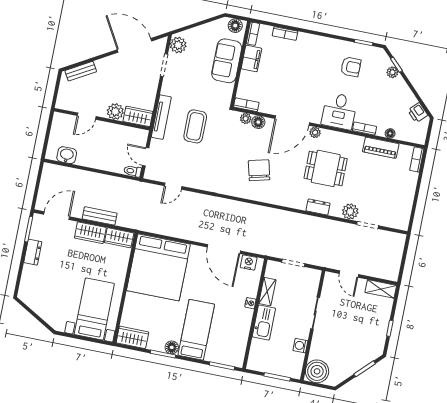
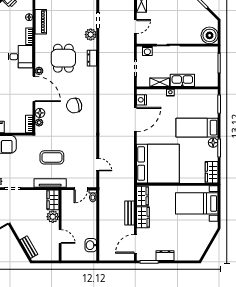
door: (57, 216) -> (135, 244), hinge flipped
washing machine: (300, 346) -> (147, 51), moved

